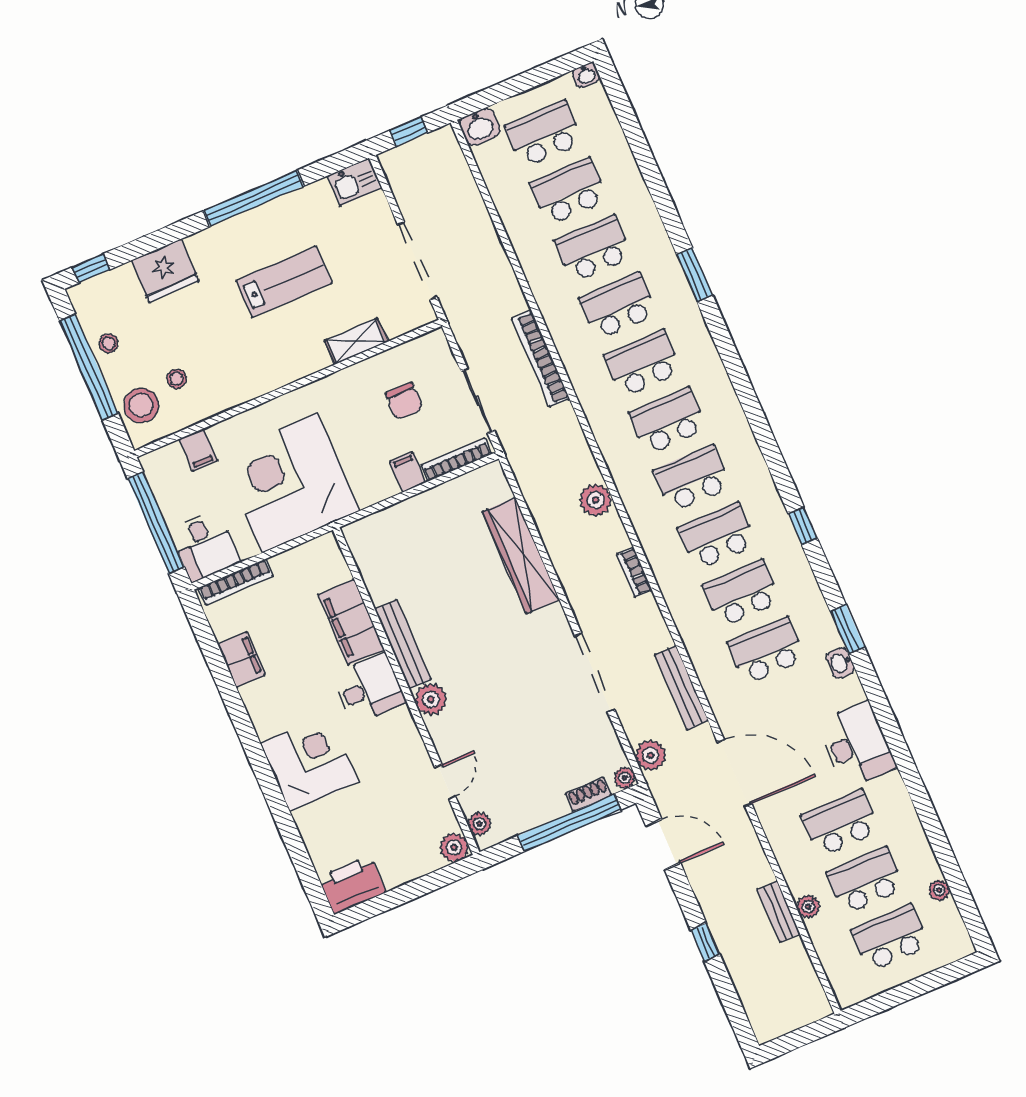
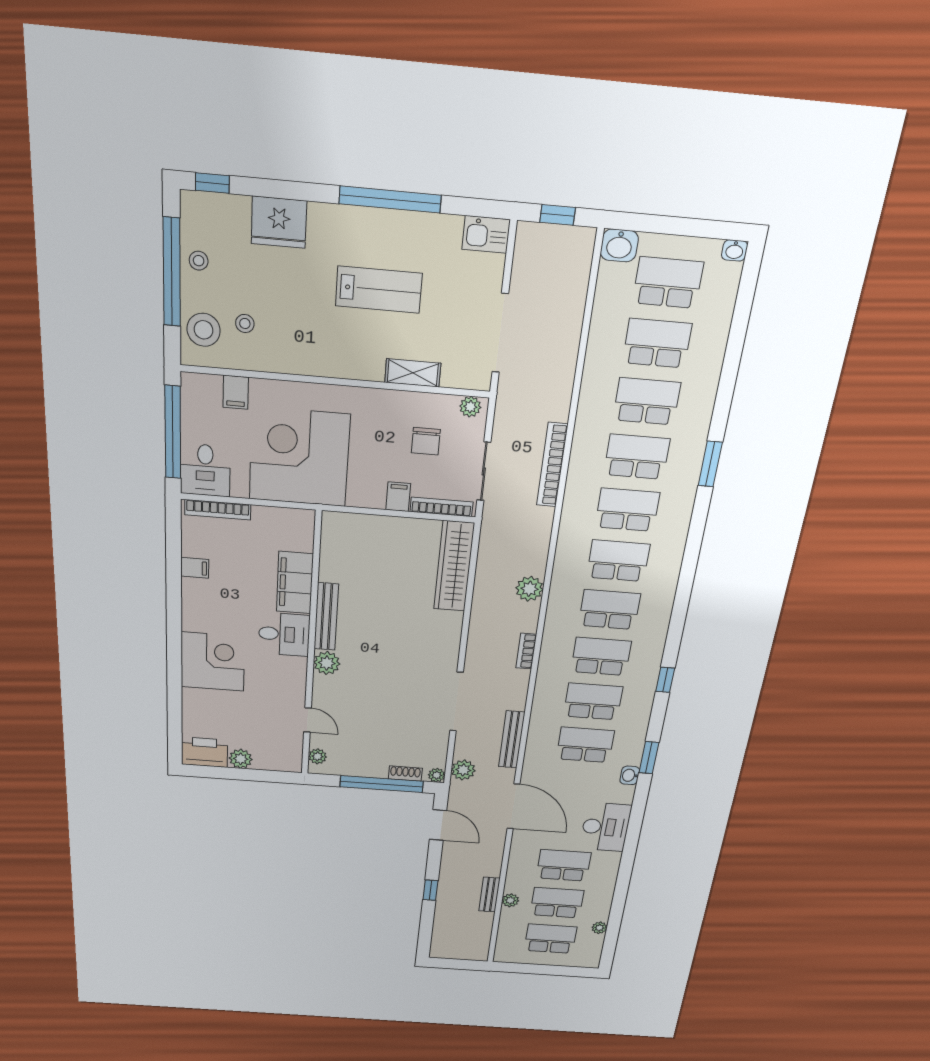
plant: (428, 344) -> (470, 407), added
wardrobe: (521, 556) -> (454, 566), moved
filing cabinet: (241, 660) -> (195, 568), width x0.50
door: (445, 782) -> (308, 720), hinge flipped
plant: (454, 847) -> (241, 759), moved

